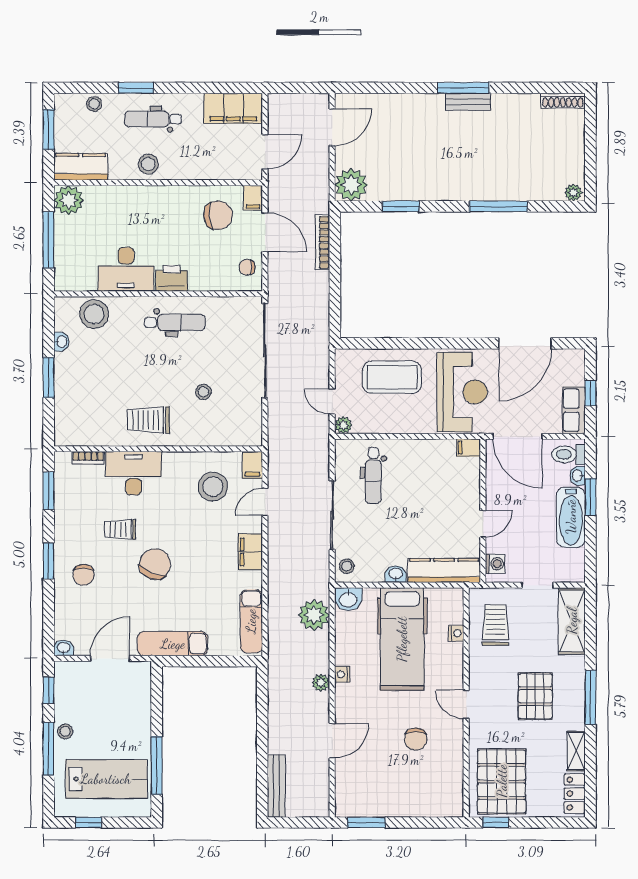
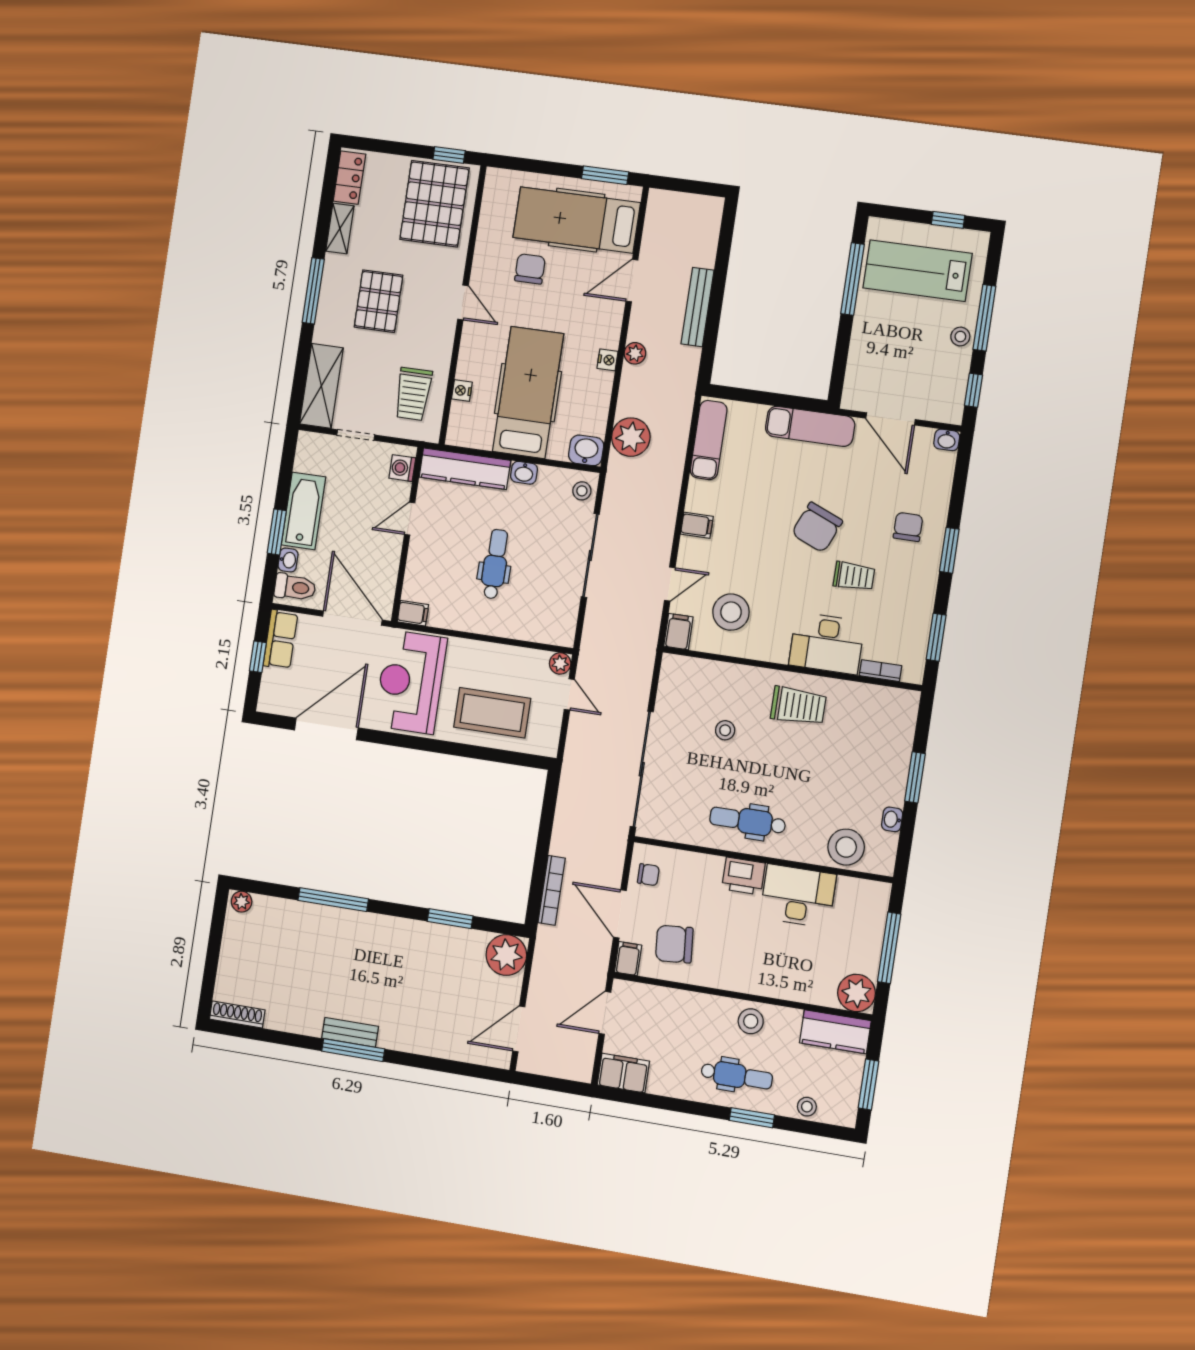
filing cabinet: (233, 108) -> (623, 1073), width x0.67, depth x0.86
dental chair: (373, 475) -> (495, 564), moved
filing cabinet: (250, 552) -> (697, 525), width x0.50
door: (110, 658) -> (891, 419), hinge flipped
hospital bed: (384, 783) -> (577, 220), added
bench: (276, 786) -> (698, 307), moved

